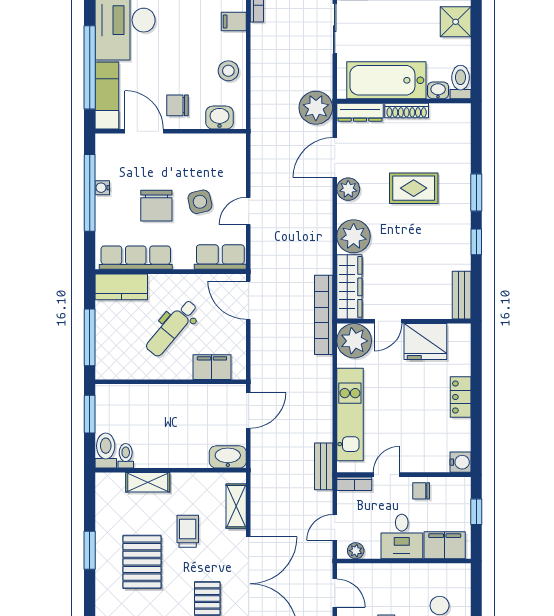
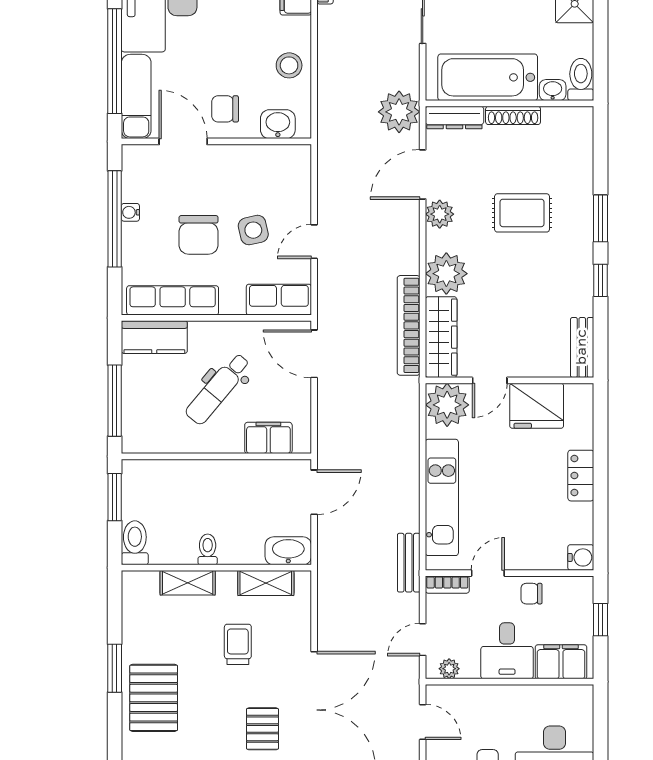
bookcase: (324, 315) -> (409, 325), moved
toilet: (126, 456) -> (208, 549), moved
shelving: (236, 506) -> (266, 583), moved, turned 90
pallet: (142, 562) -> (154, 698), moved

